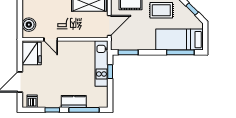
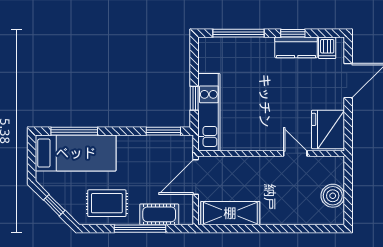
boiler: (29, 25) -> (333, 196), moved
kitchen counter: (74, 102) -> (296, 47), moved

